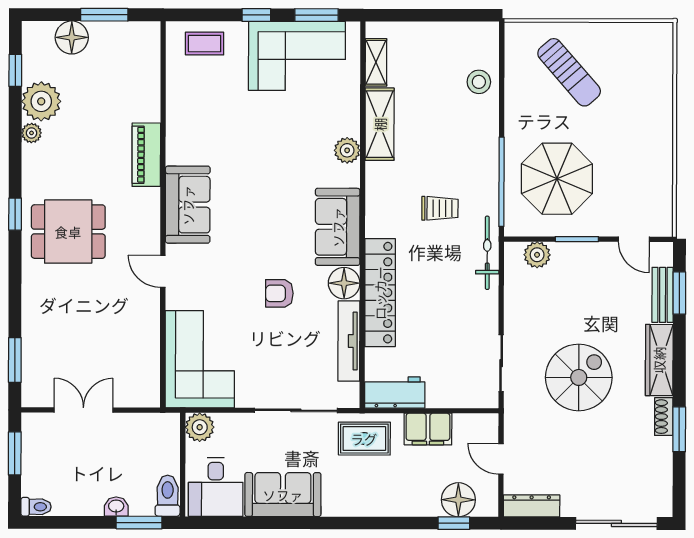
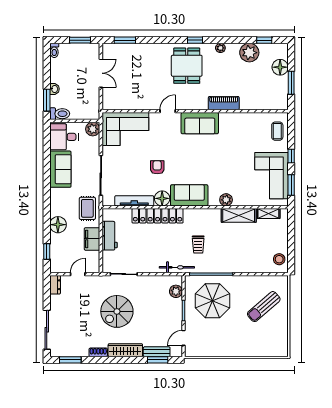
stool: (479, 82) -> (279, 259), moved
plant: (31, 133) -> (220, 48), moved
spiral stairs: (579, 377) -> (117, 311), turned 90
workbench: (395, 392) -> (110, 236), moved
window: (679, 429) -> (70, 360), moved
floor lamp: (458, 500) -> (58, 225), moved
dresser: (532, 506) -> (55, 285), width x0.70

